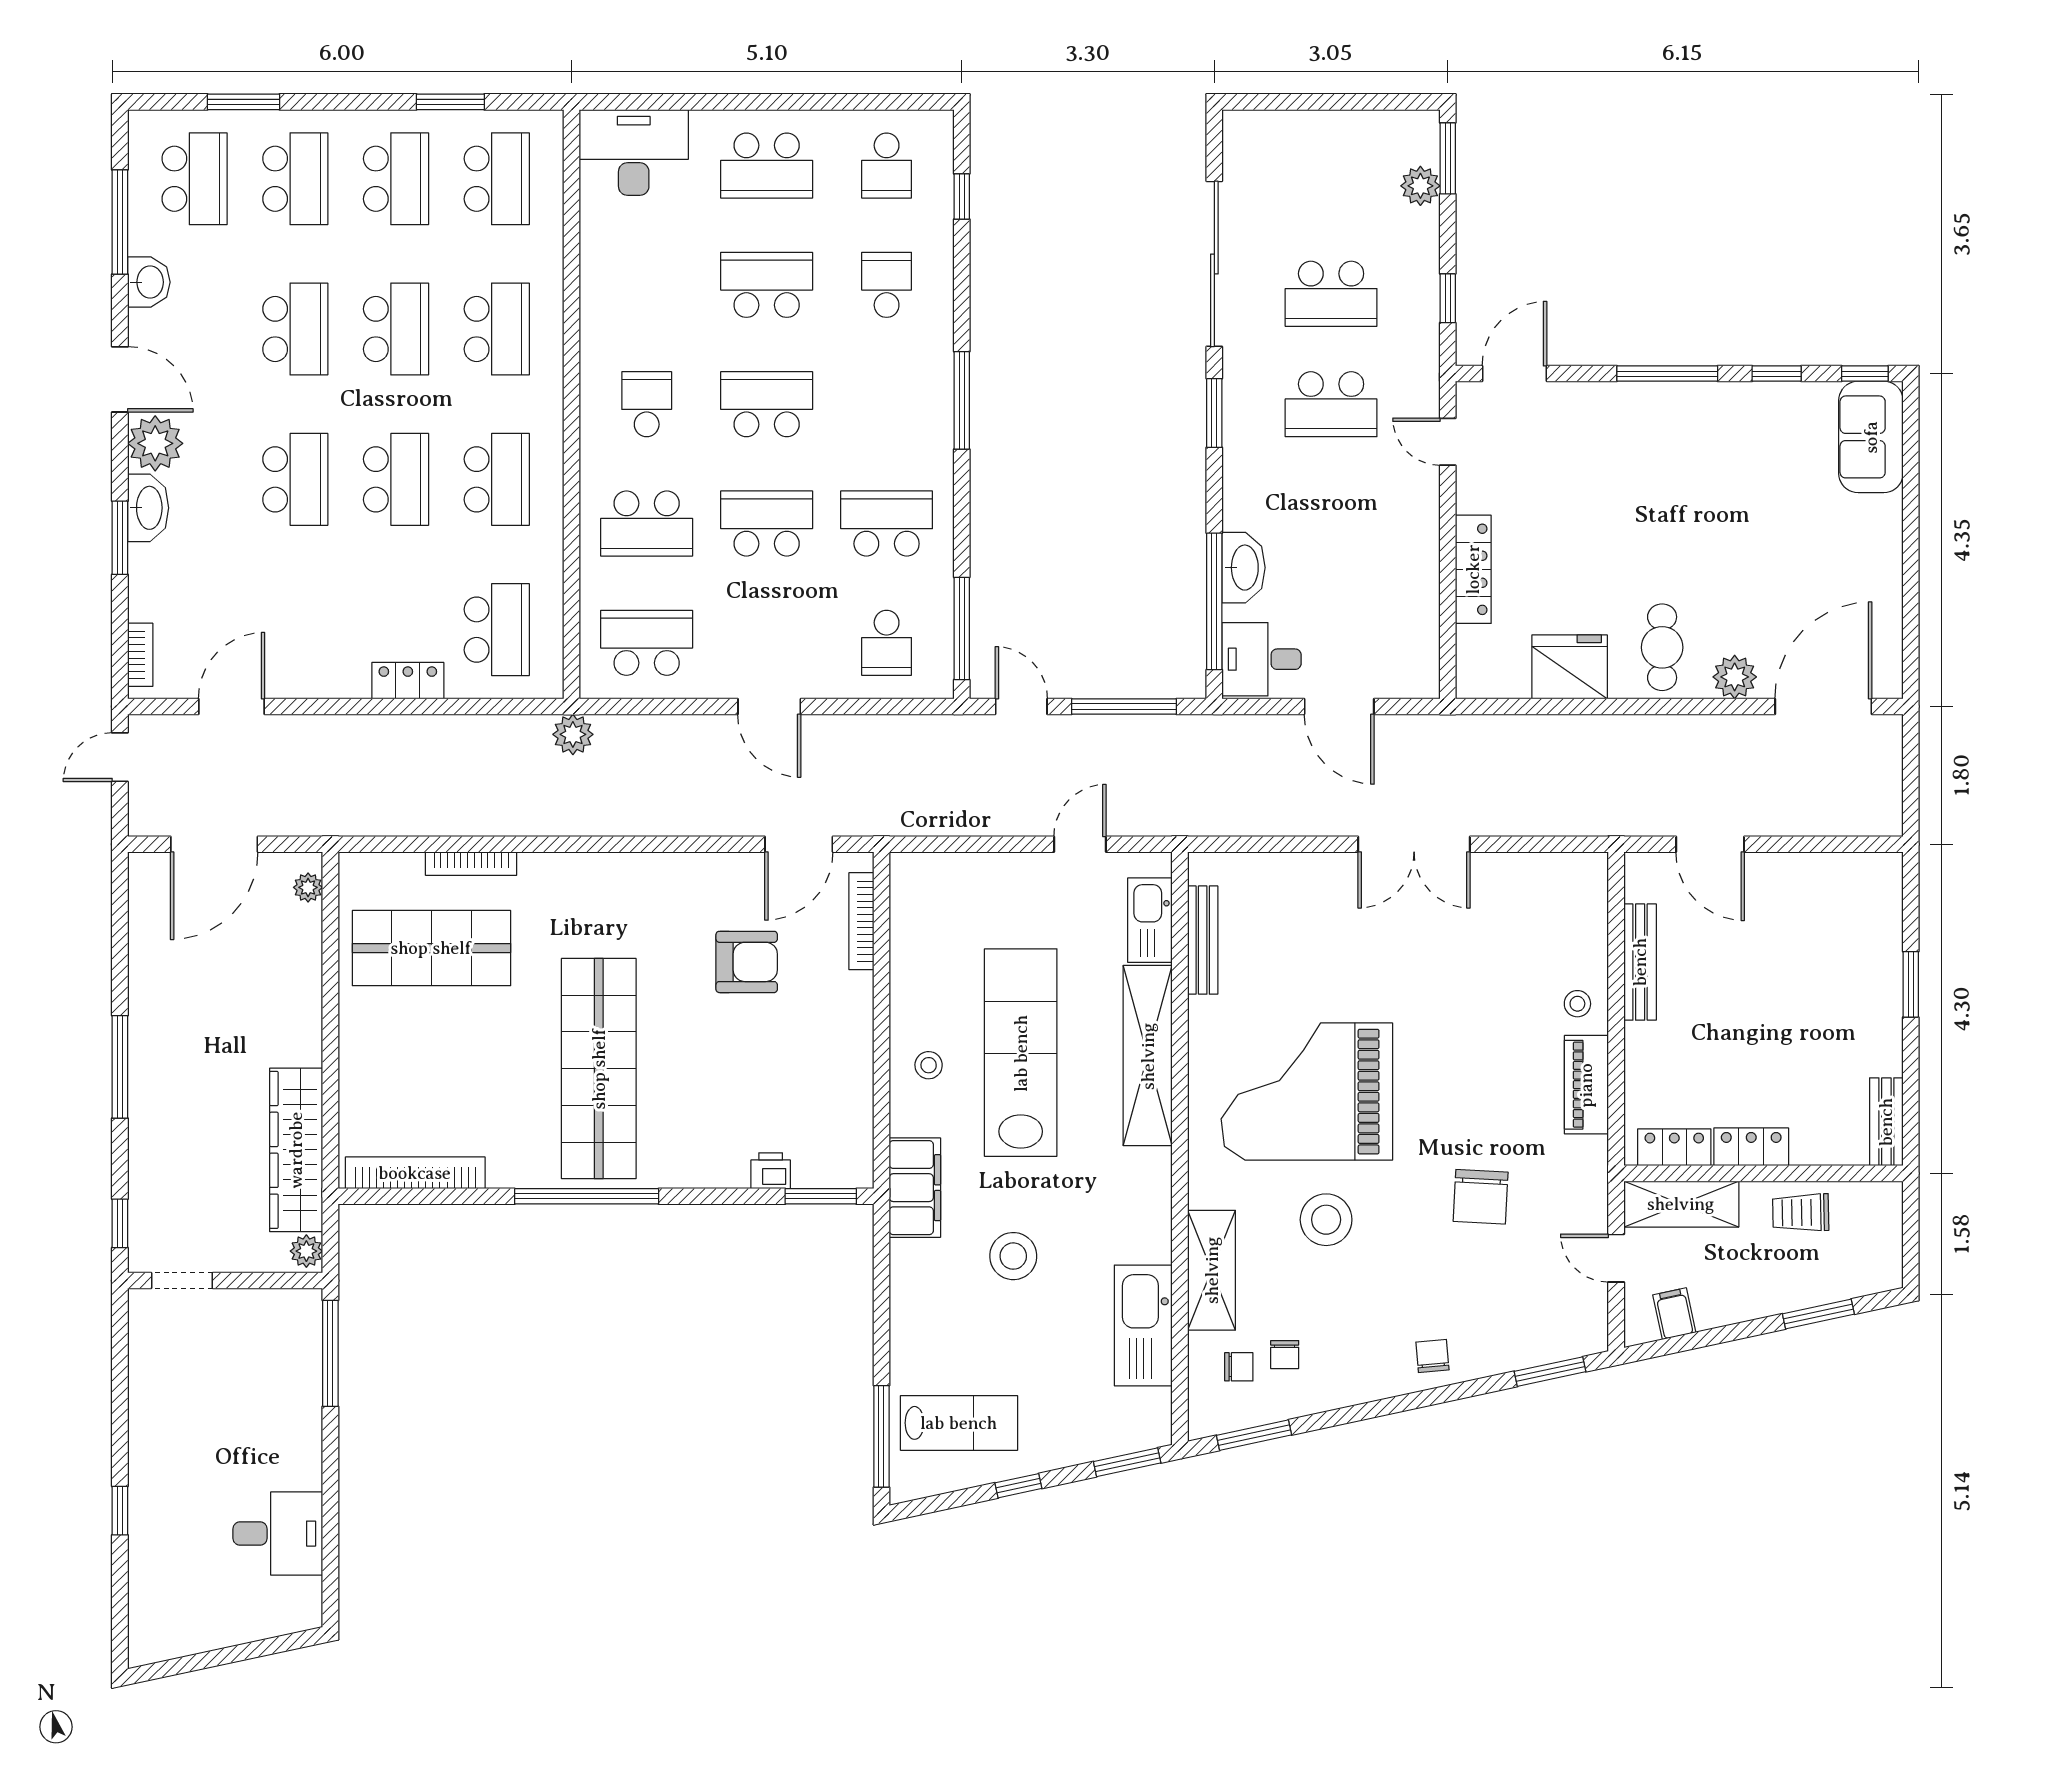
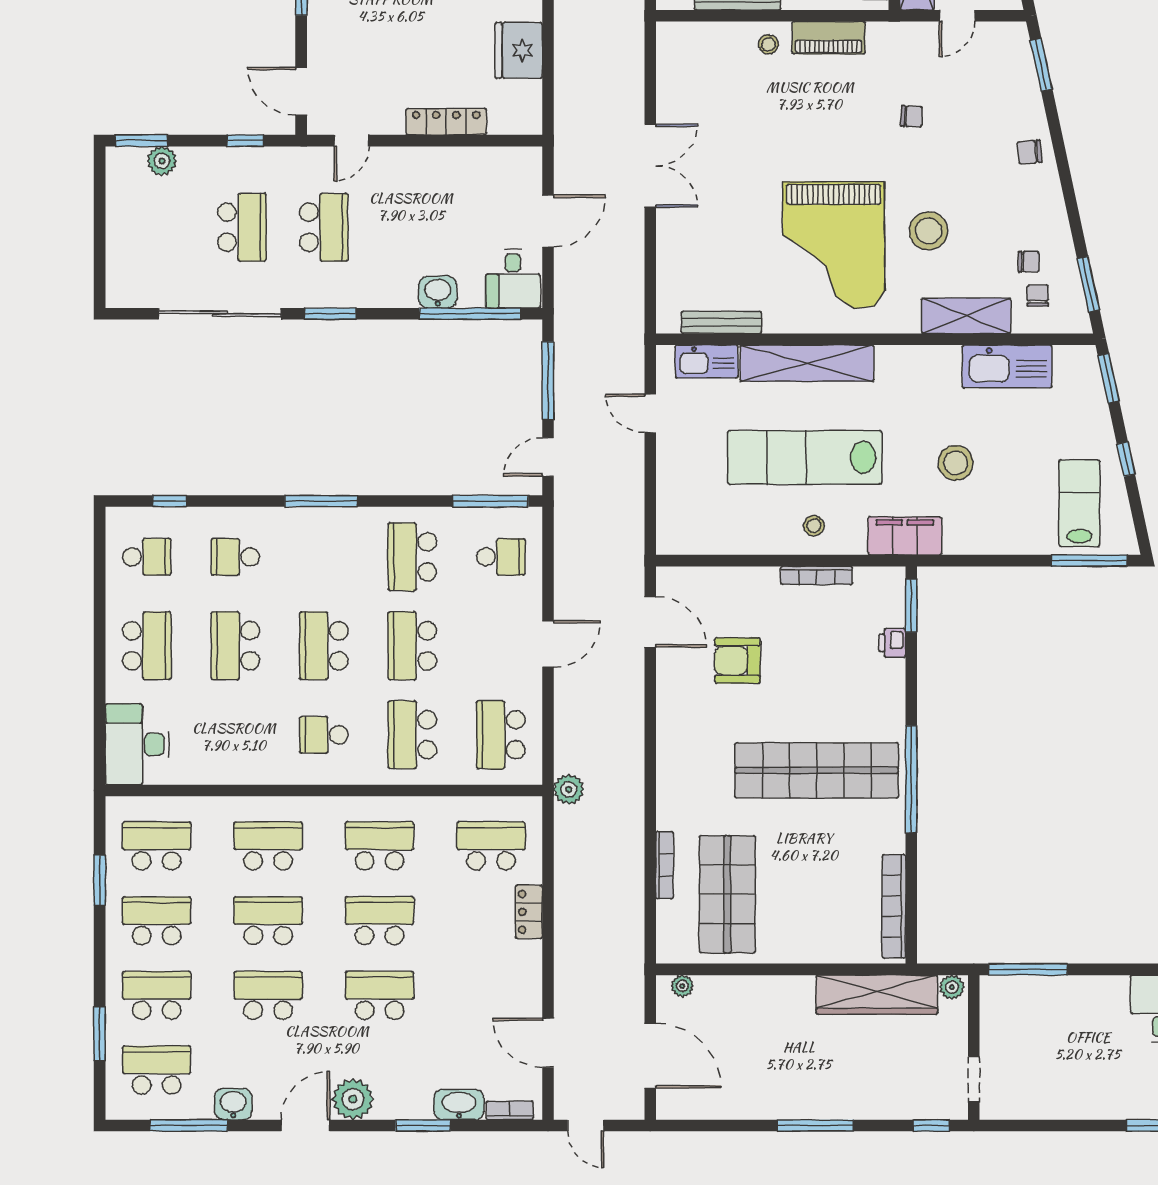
washbasin: (148, 508) -> (459, 1104), moved
school desk: (647, 524) -> (412, 735), turned 180
washbasin: (1244, 568) -> (438, 292), width x0.72
bookcase: (861, 921) -> (817, 576), moved
armchair: (747, 962) -> (737, 661), turned -90
chair: (1481, 1197) -> (912, 116), width x0.54, depth x0.54

